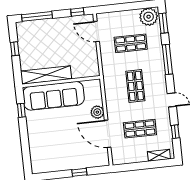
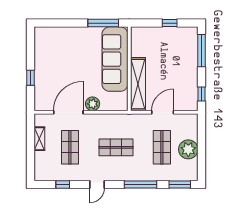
plant: (149, 17) -> (188, 149), moved
door: (97, 32) -> (163, 112), moved
shelving: (46, 75) -> (138, 84), moved
window: (21, 110) -> (103, 23), width x2.17
shelving: (159, 155) -> (39, 139), moved

